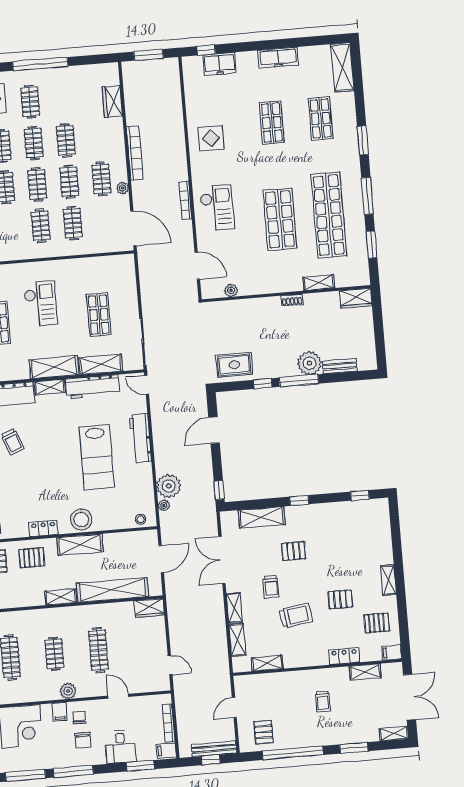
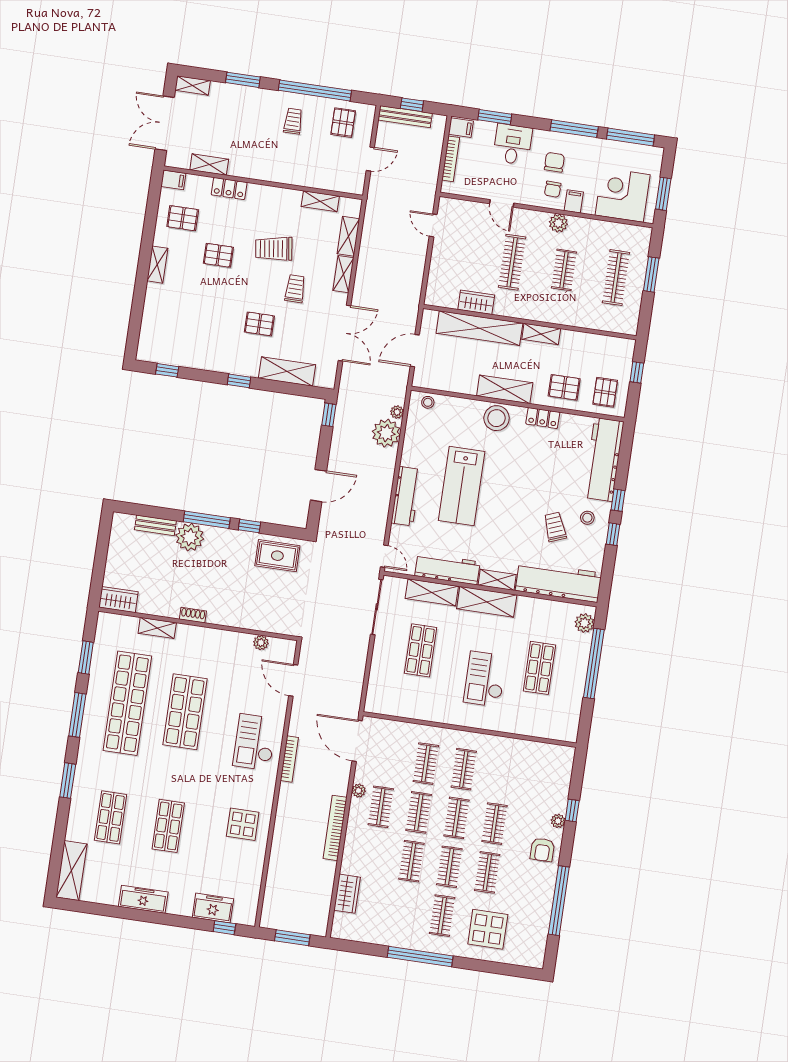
lab bench: (97, 457) -> (462, 486), turned 180
wardrobe: (149, 608) -> (476, 302), moved
trolley: (323, 701) -> (293, 121), moved

